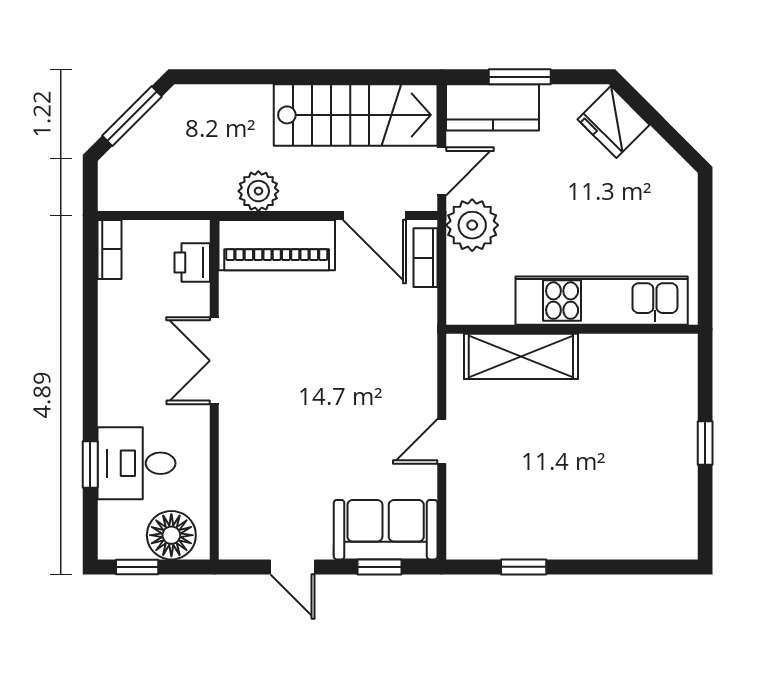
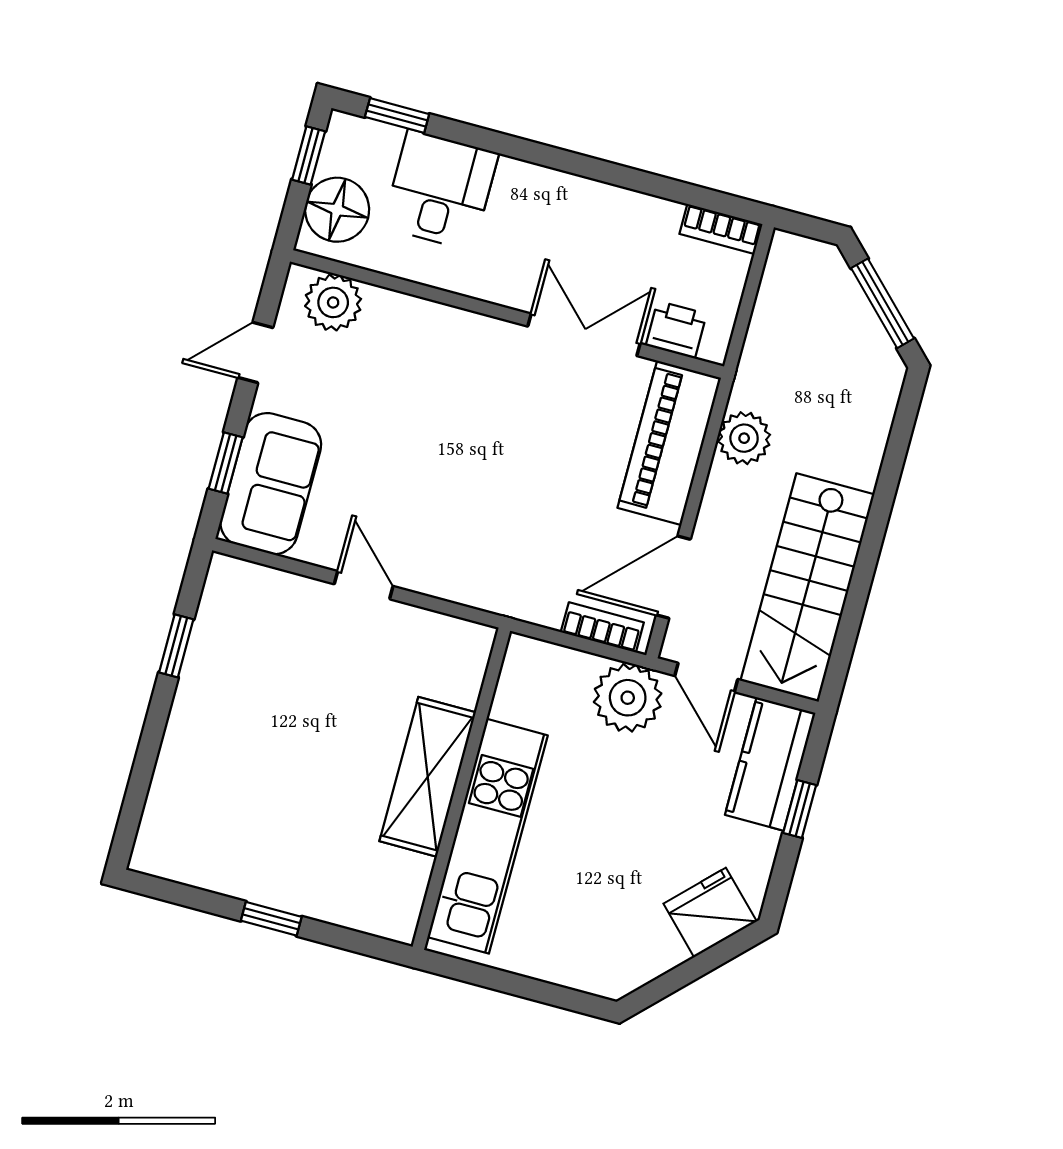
window: (520, 77) -> (800, 809), width x0.67
shelving: (521, 356) -> (428, 777), moved
double door: (214, 361) -> (584, 335), moved
window: (90, 464) -> (397, 115), moved
plant: (240, 520) -> (333, 302), added

